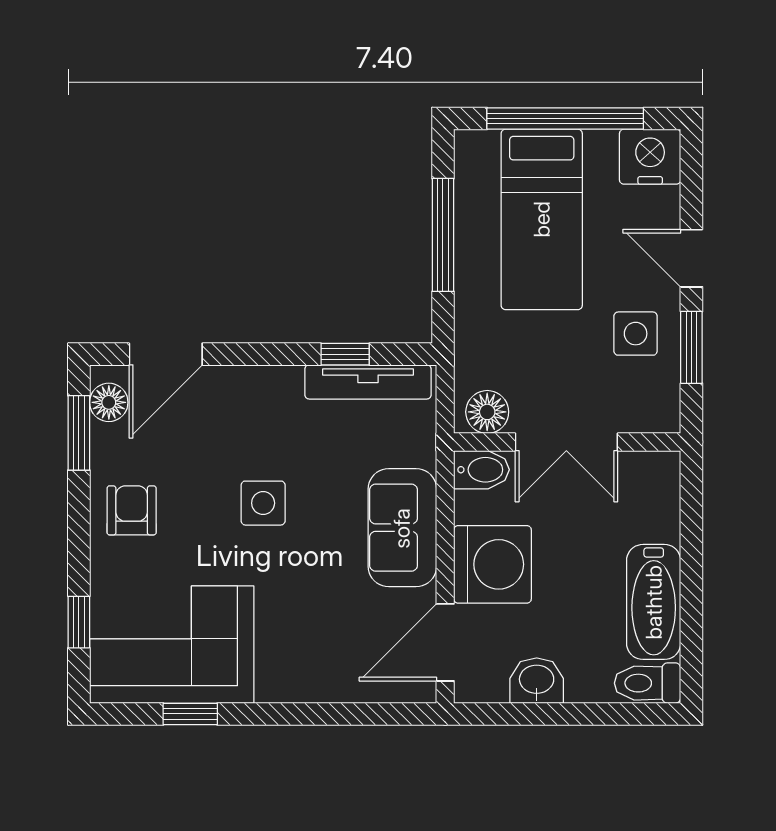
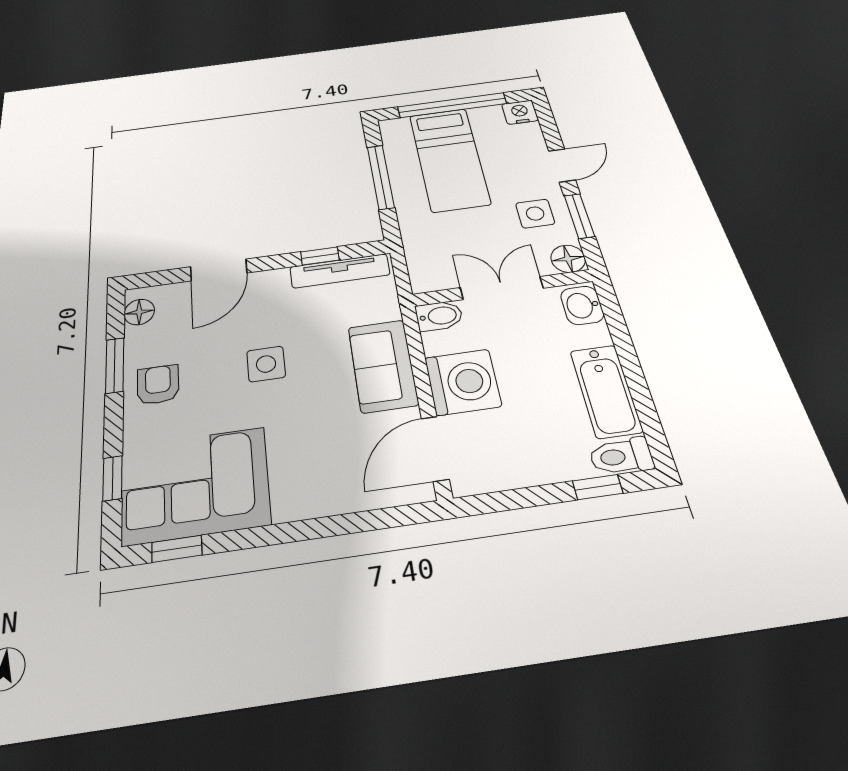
nightstand: (650, 157) -> (520, 112), width x0.74, depth x0.75
door: (691, 258) -> (562, 165), swing flipped
door: (166, 354) -> (219, 270), moved
floor lamp: (487, 412) -> (568, 259), moved
window: (79, 433) -> (115, 365), moved
double door: (566, 442) -> (502, 288), swing flipped
washbasin: (537, 681) -> (582, 305), moved, turned -90
window: (190, 714) -> (177, 549), moved
window: (612, 714) -> (598, 487), added

